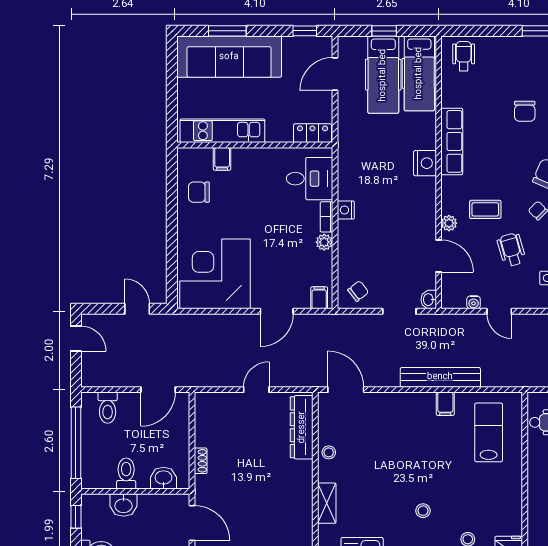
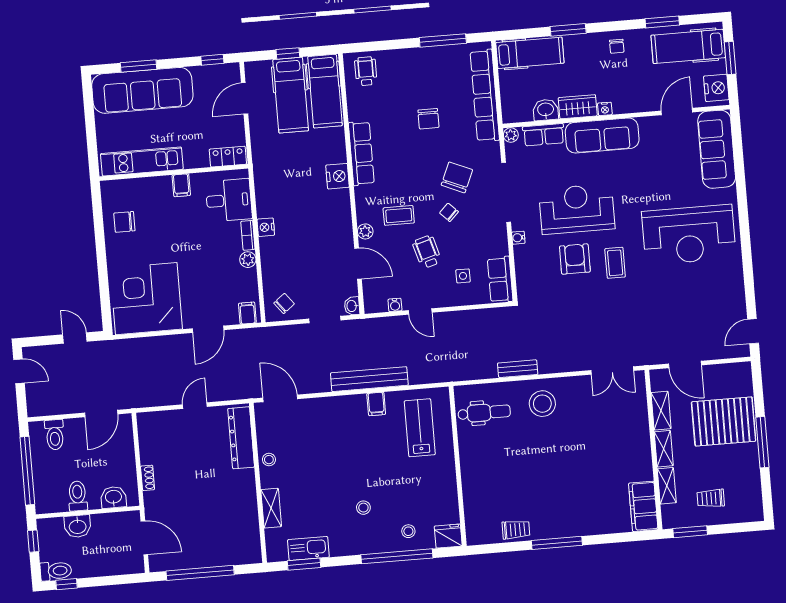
filing cabinet: (222, 159) -> (181, 185), moved

